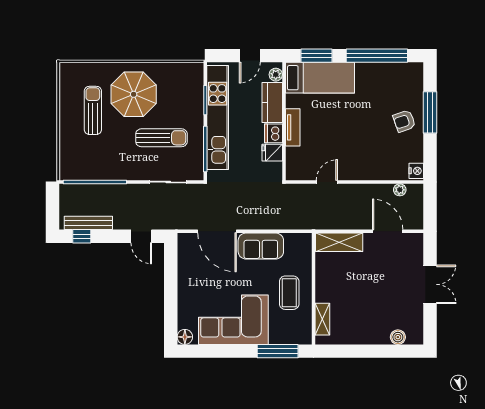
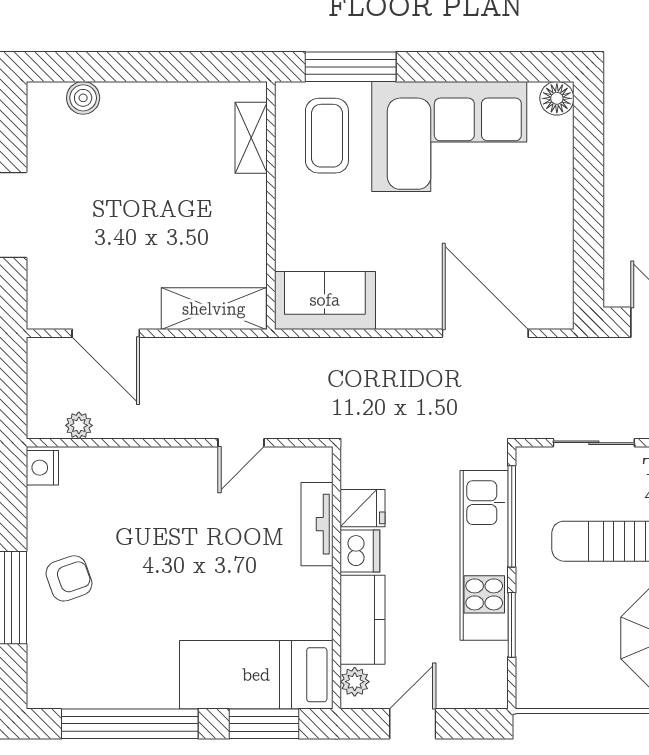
kitchen unit: (218, 118) -> (484, 555), width x0.73
tv unit: (293, 127) -> (317, 524), moved
sofa: (261, 246) -> (325, 300), moved
coffee table: (289, 293) -> (327, 136), moved

